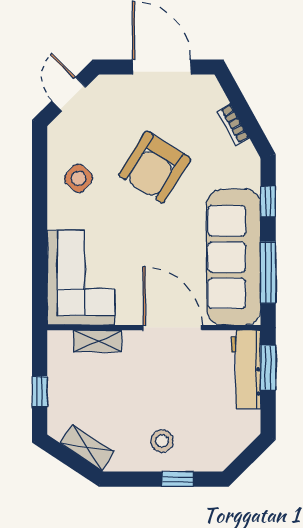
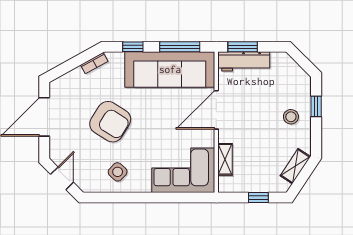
door: (69, 94) -> (62, 178), swing flipped
bookcase: (233, 124) -> (94, 63), moved

